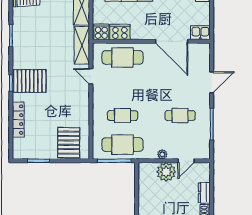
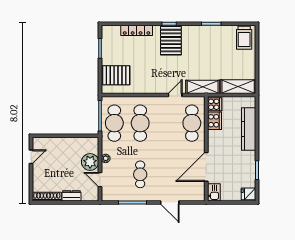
cafe table: (123, 116) -> (140, 123), width x1.37, depth x1.35

